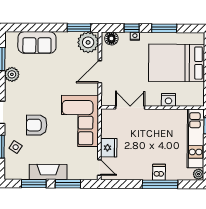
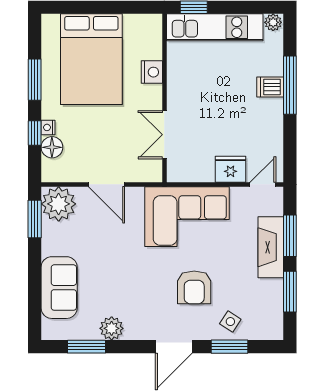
floor lamp: (111, 38) -> (52, 147), moved
fireplace: (48, 172) -> (271, 247), moved

